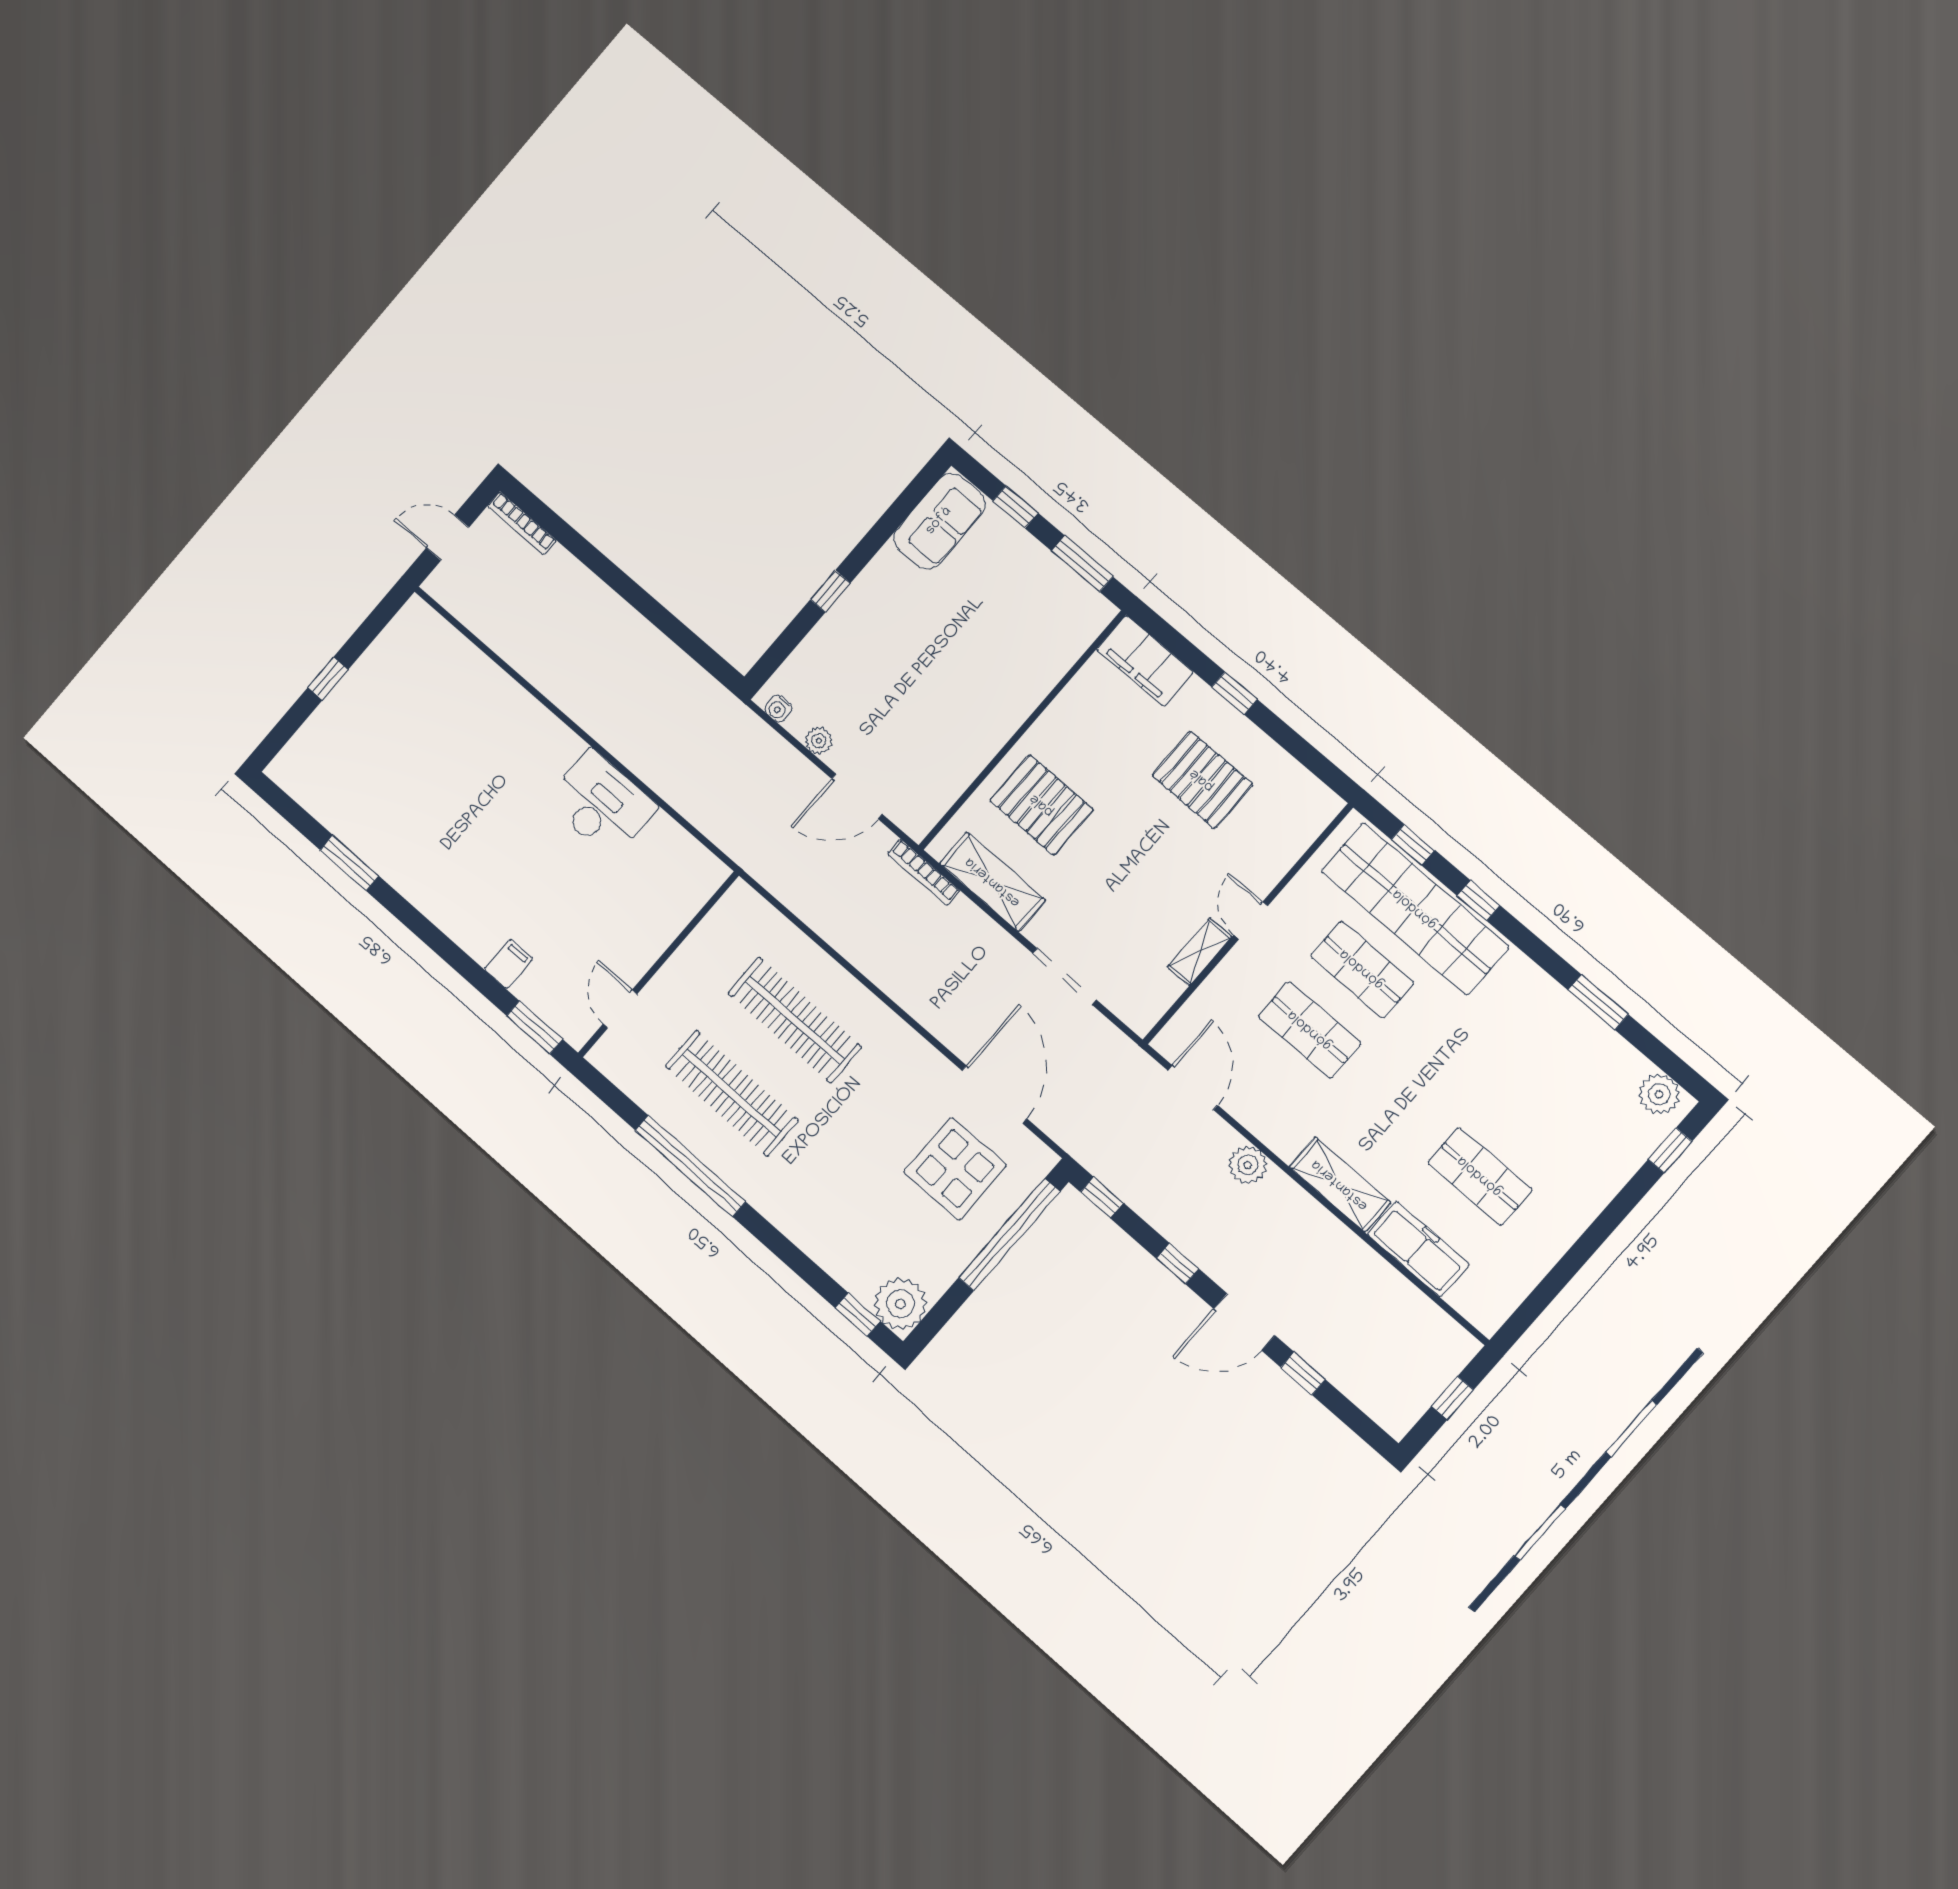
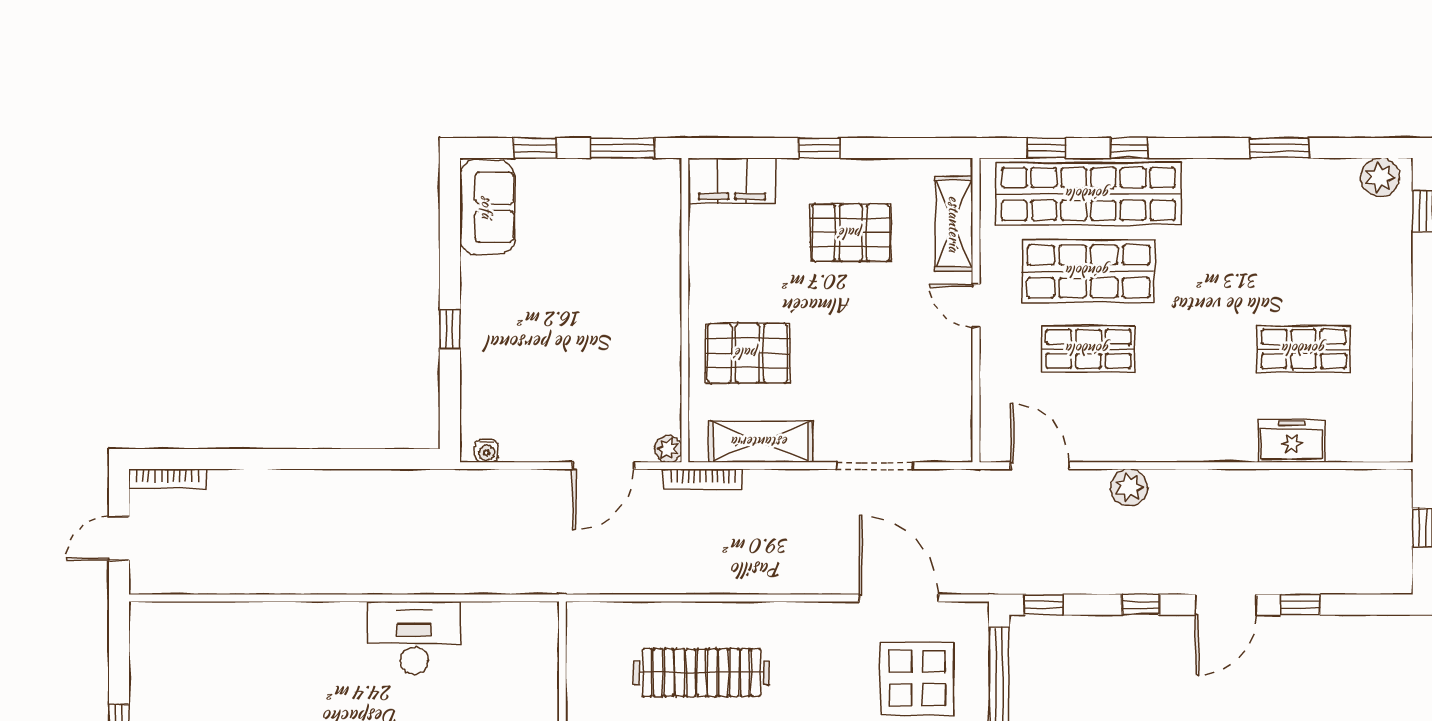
plant: (819, 741) -> (668, 449), moved
shelving: (1200, 952) -> (954, 224), moved, width x1.50, depth x1.33
shop shelf: (1362, 969) -> (1088, 271), width x1.43, depth x1.36
shelving: (1340, 1185) -> (1208, 443), removed
freezer: (1418, 1249) -> (1292, 441), width x0.71

